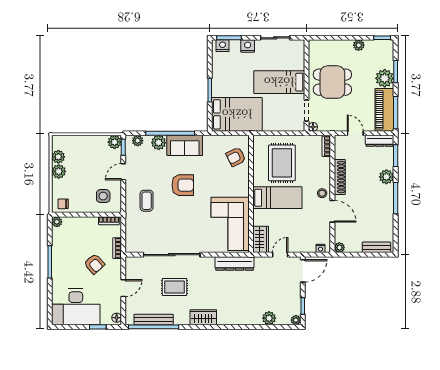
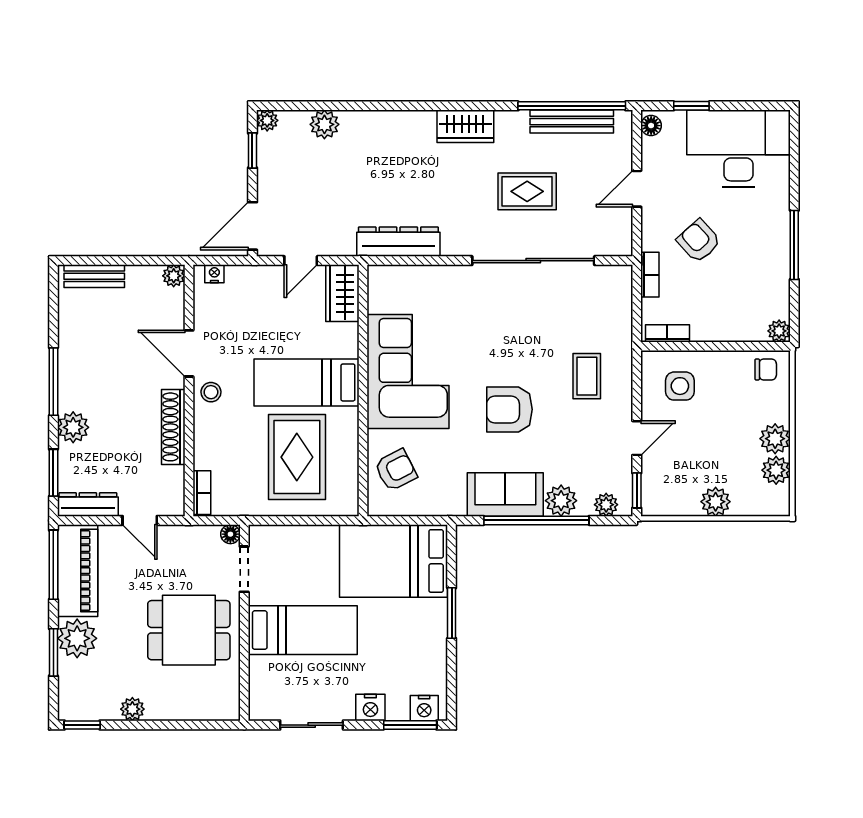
plant: (115, 142) -> (716, 502), moved
corner sofa: (230, 224) -> (408, 372), moved

